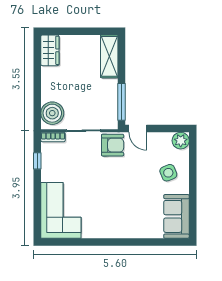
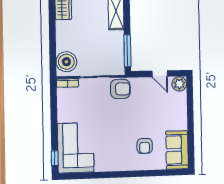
door: (138, 129) -> (160, 74), moved
window: (37, 161) -> (55, 158), moved
side table: (168, 173) -> (169, 112), removed
armchair: (139, 211) -> (145, 146), added

